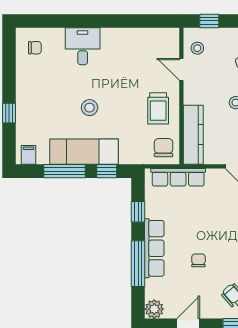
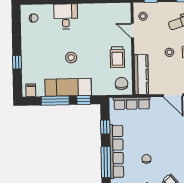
row of seats: (154, 248) -> (117, 151), width x1.36

